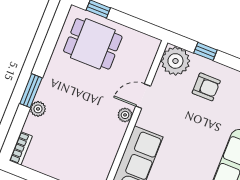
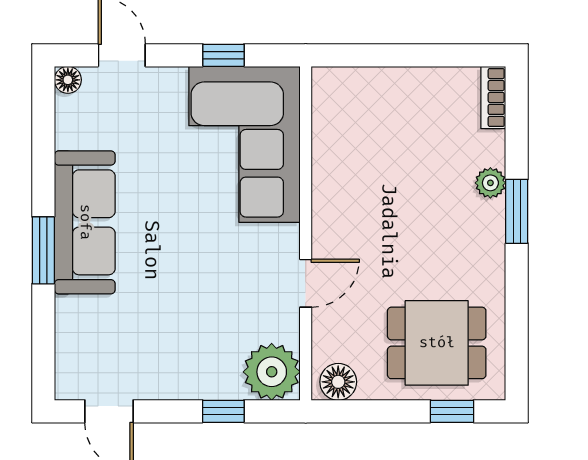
floor lamp: (146, 44) -> (338, 382), added
armchair: (206, 87) -> (196, 346), removed
plant: (125, 115) -> (325, 235), removed

